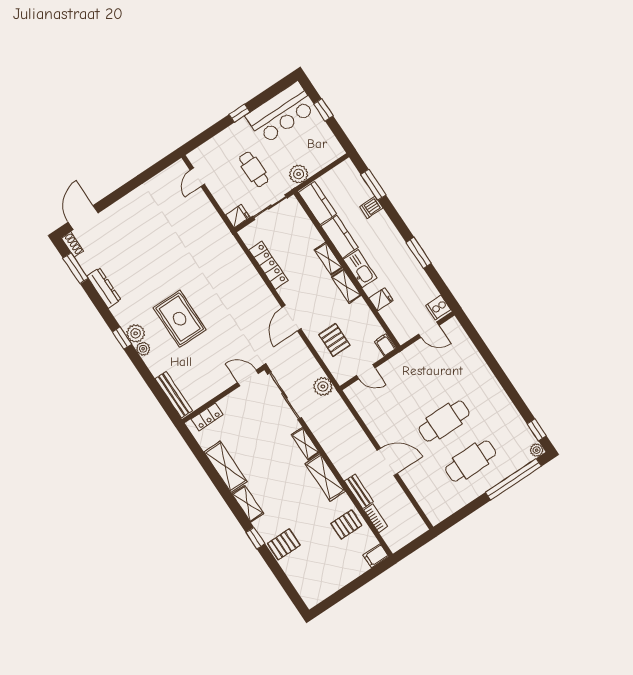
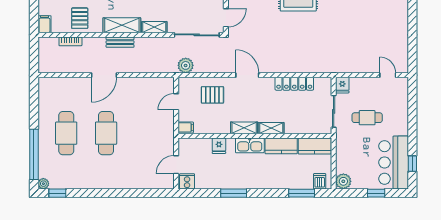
window: (239, 113) -> (412, 164), moved
plant: (299, 174) -> (343, 181), moved
dishwasher: (371, 207) -> (320, 181), moved
bench: (359, 491) -> (120, 42), moved

